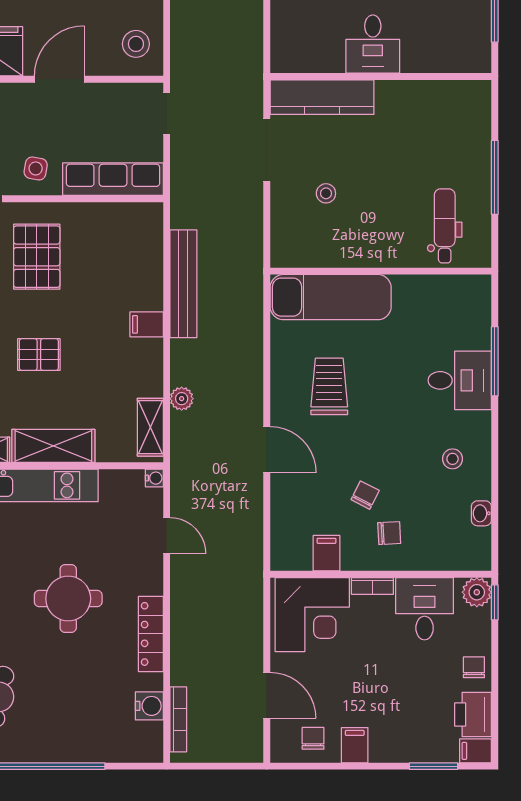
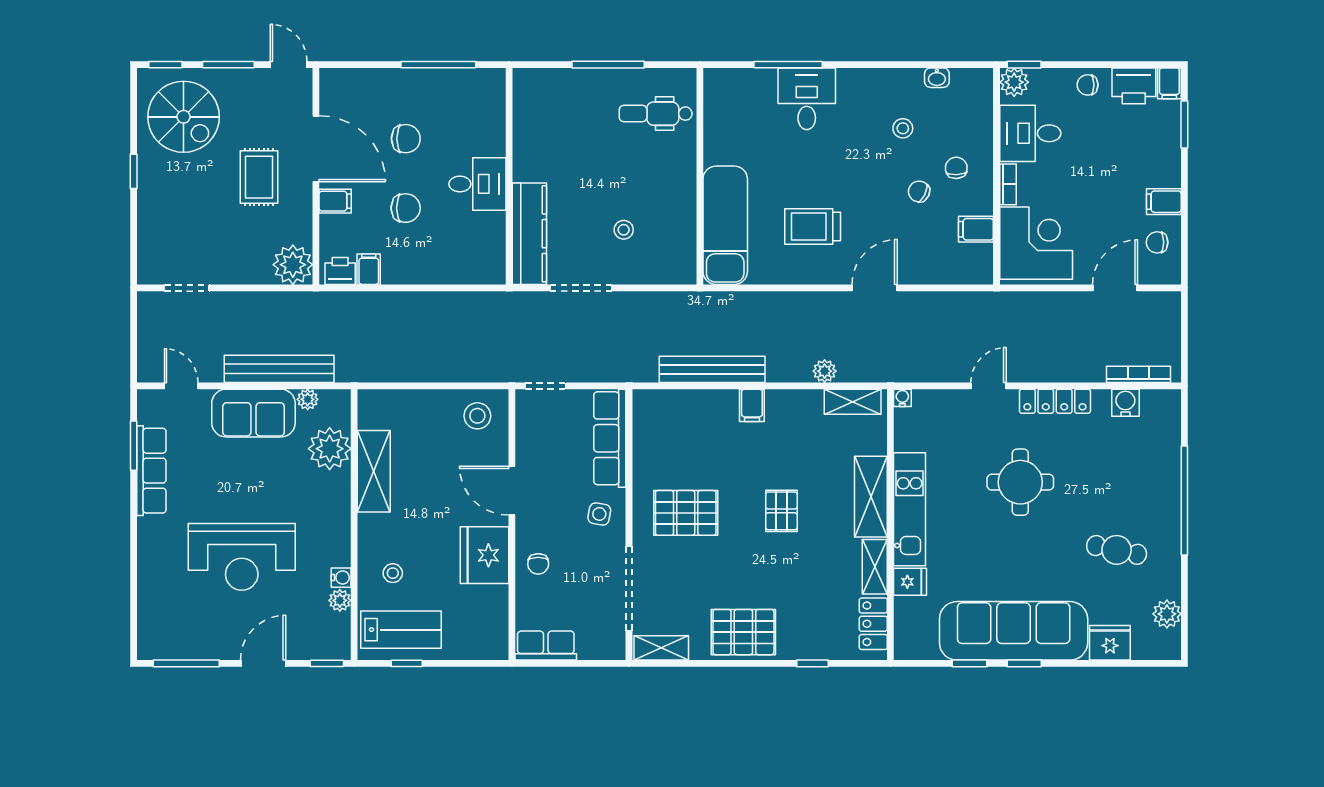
stool: (453, 459) -> (903, 128), moved
door: (167, 536) -> (989, 386), moved

